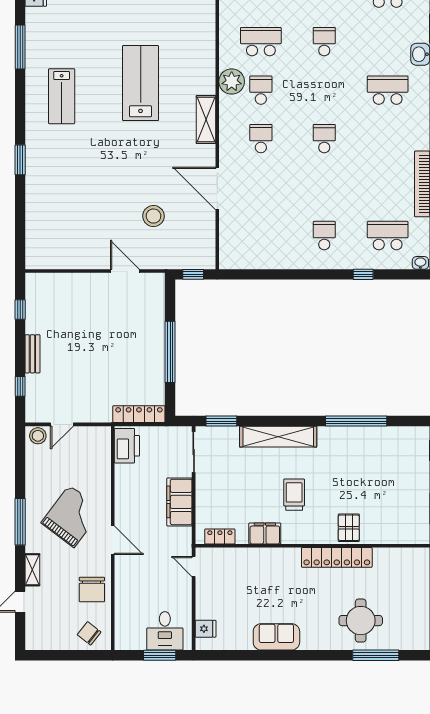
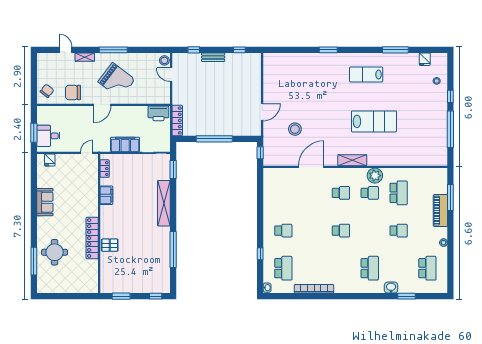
trolley: (294, 495) -> (129, 213), removed

